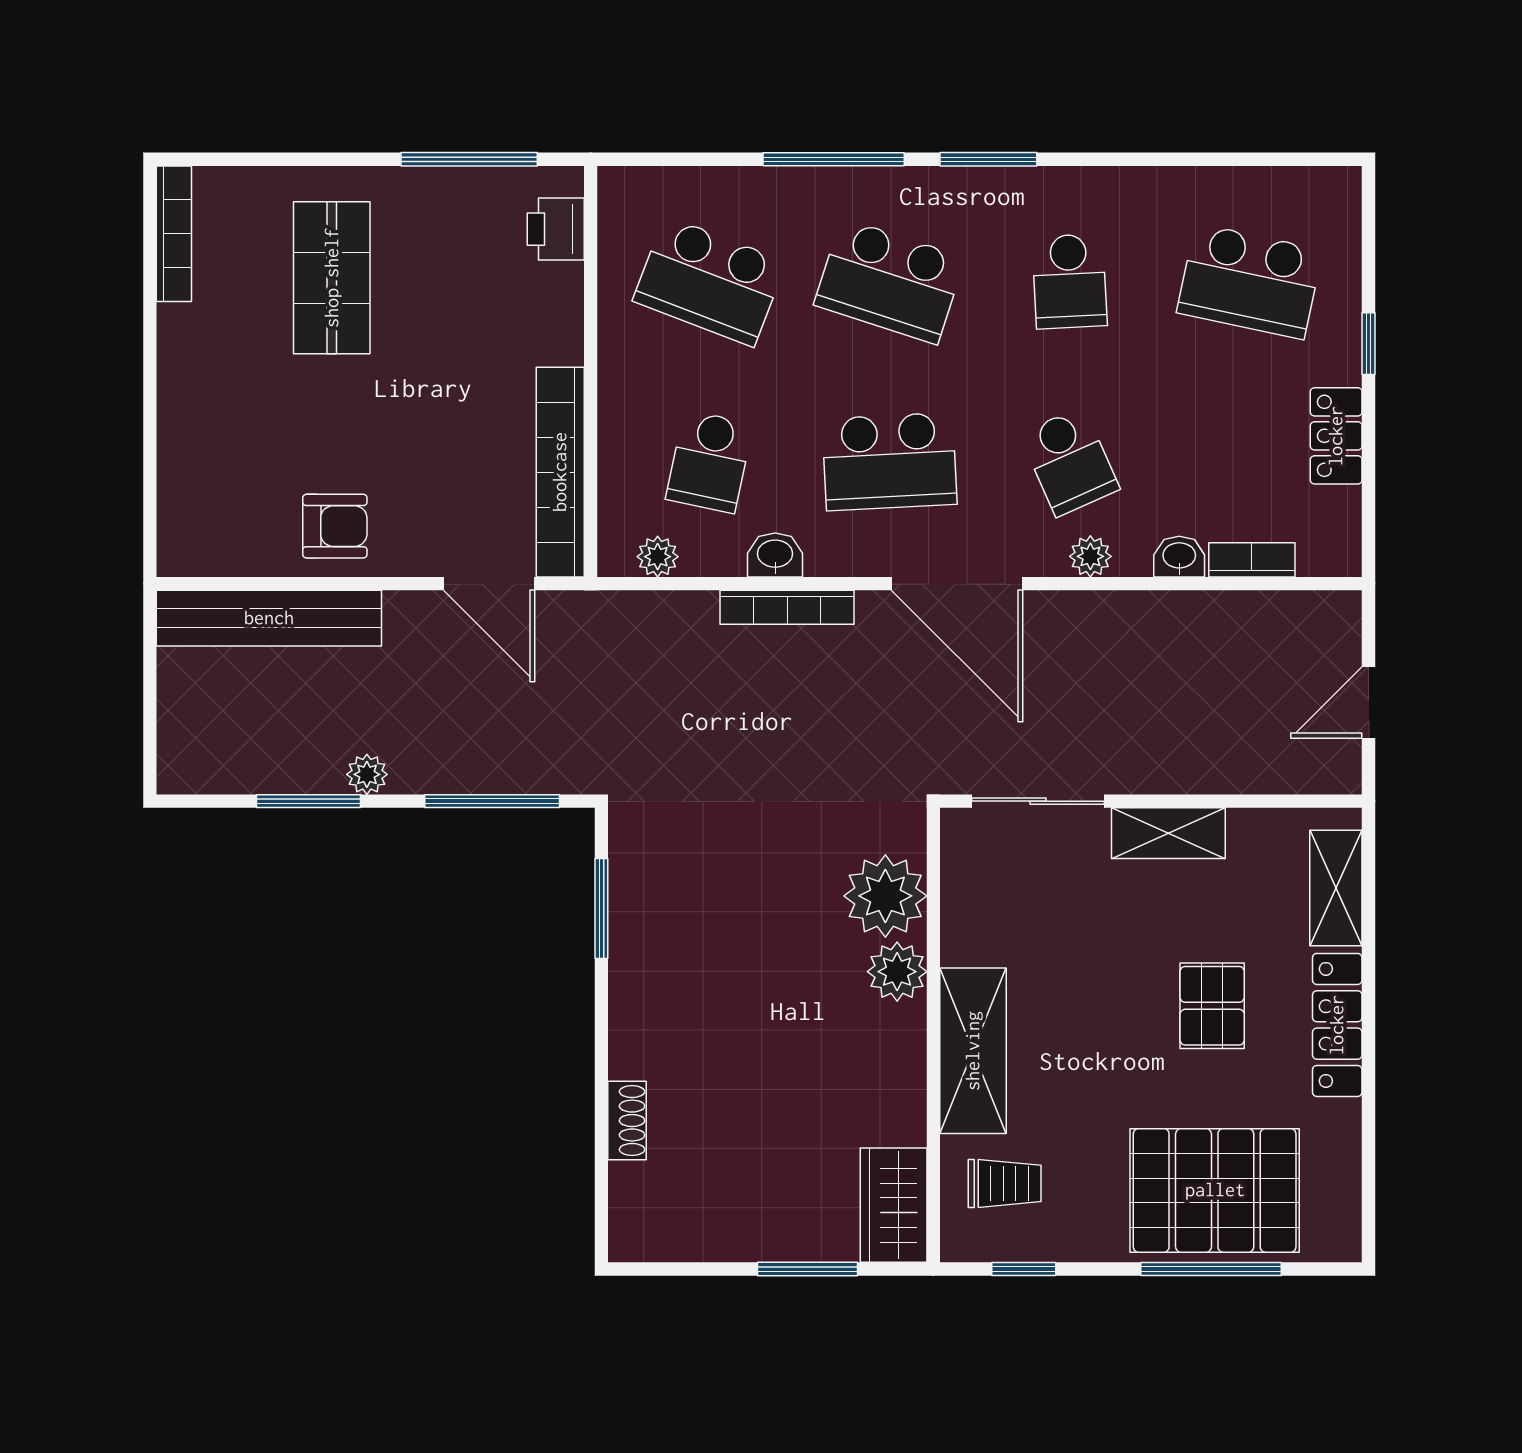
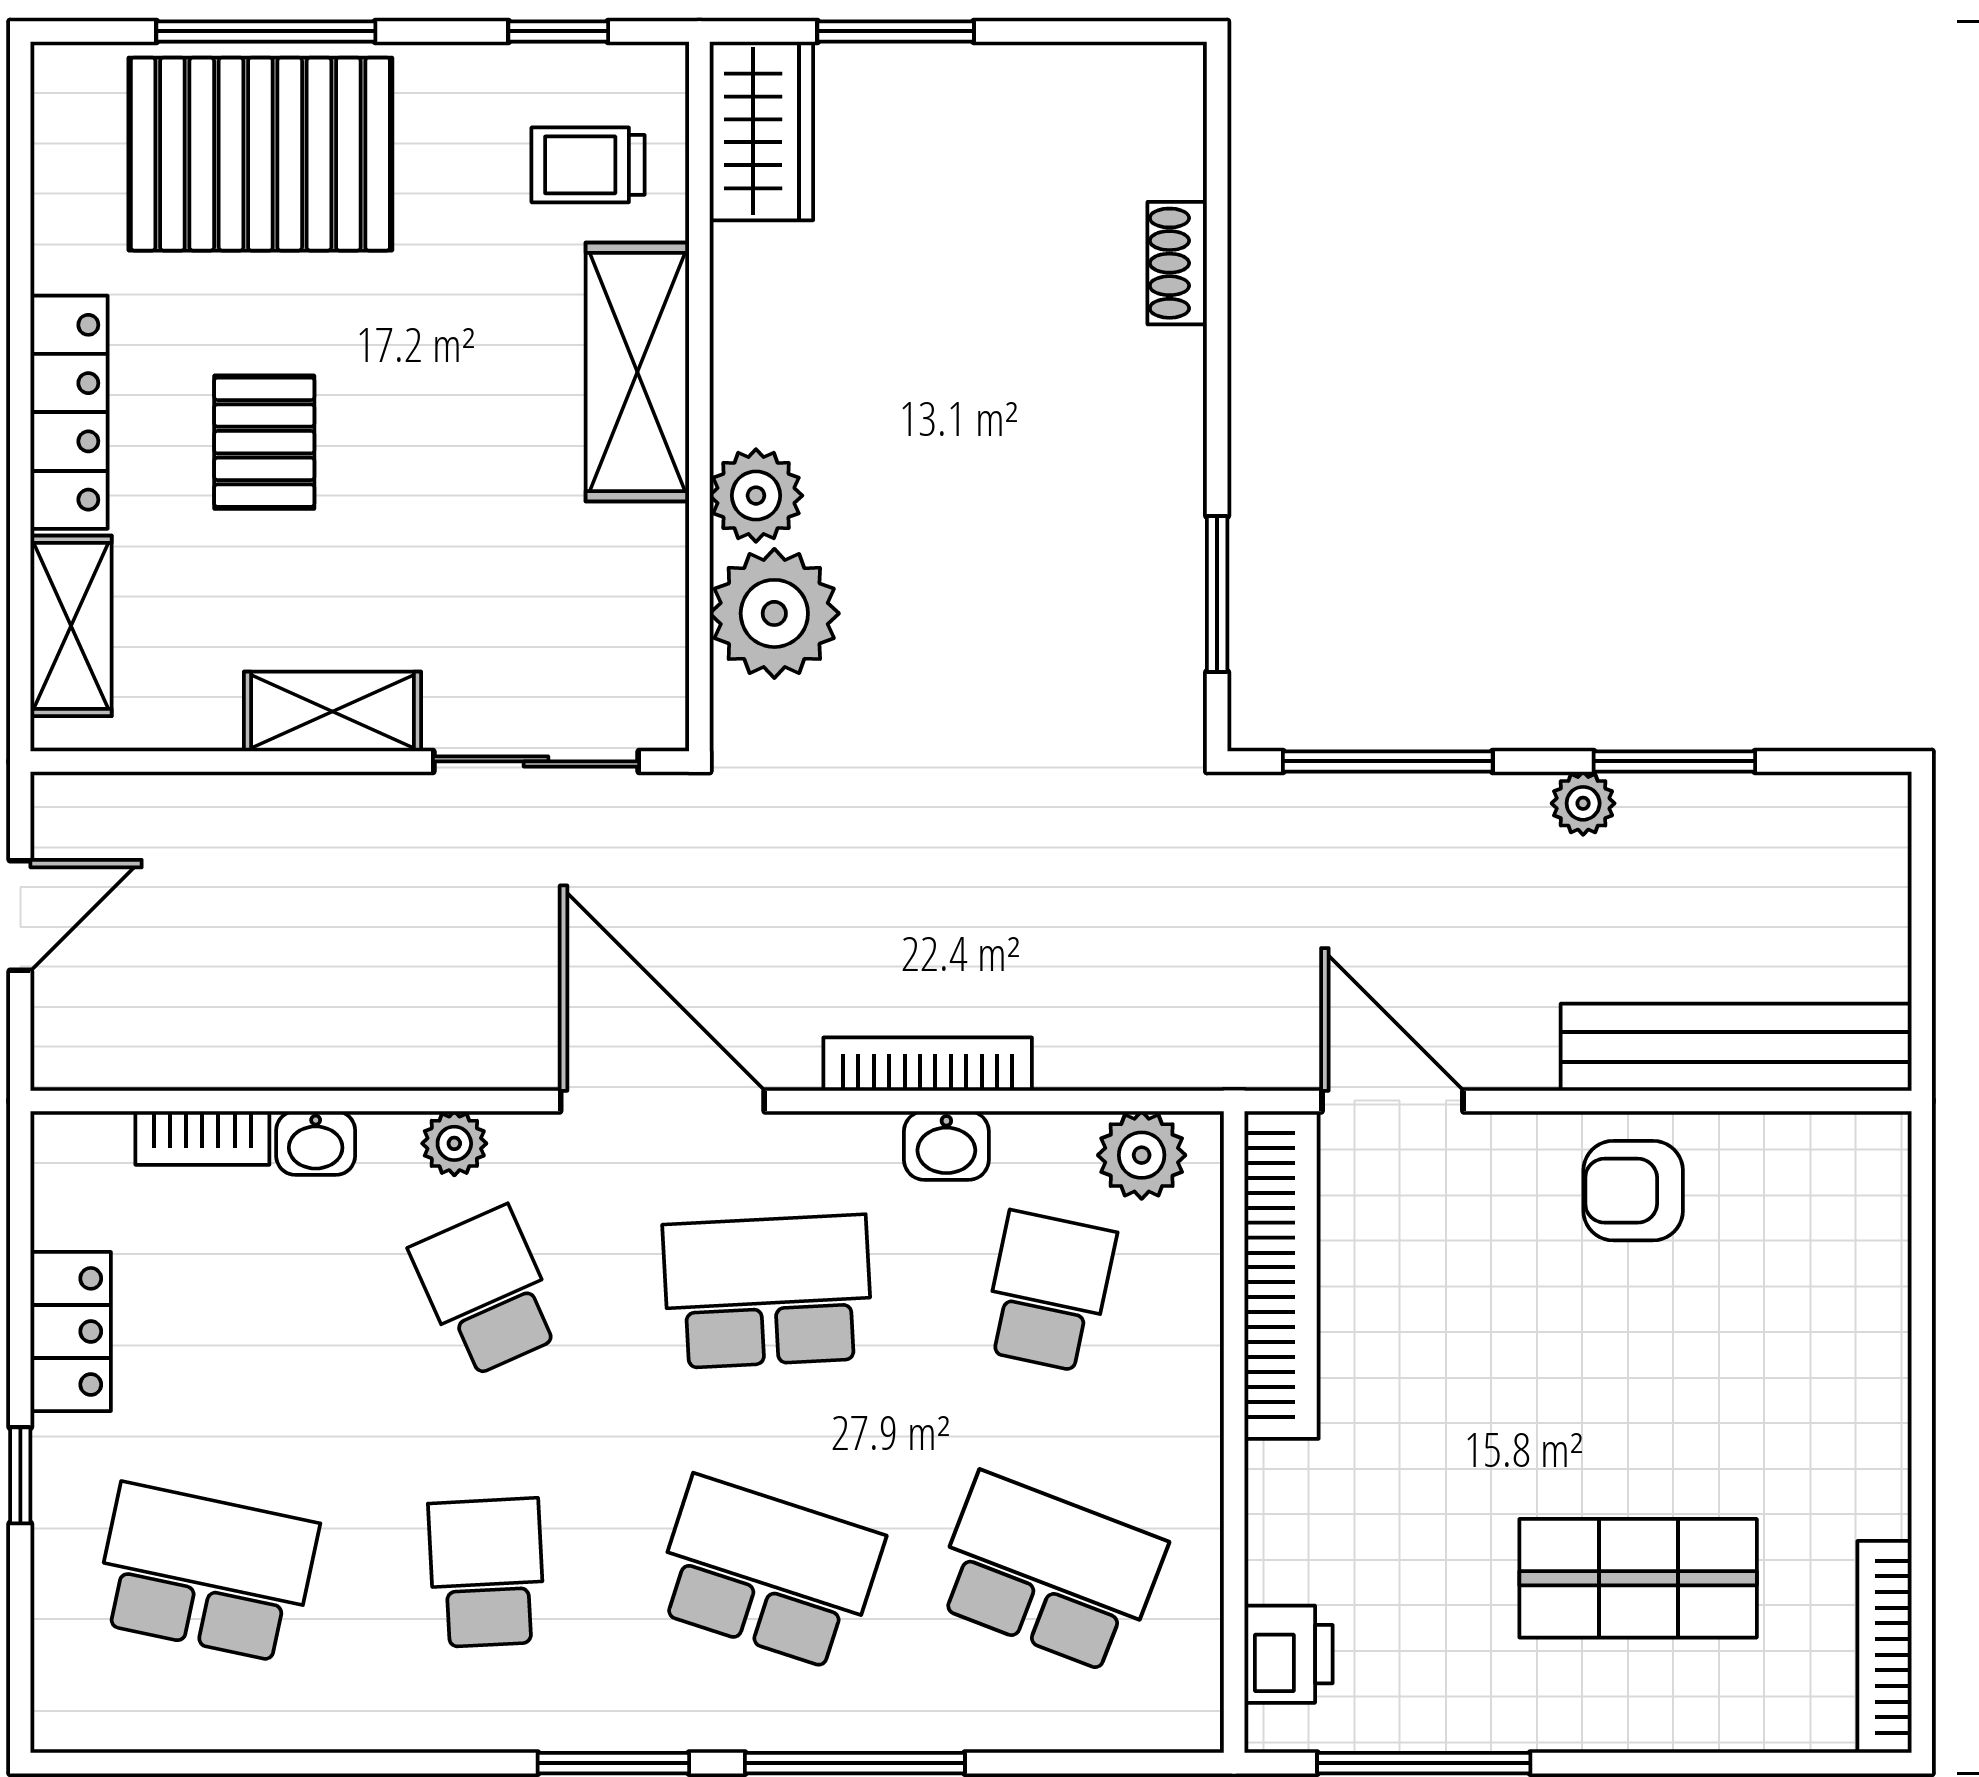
shop shelf: (332, 278) -> (1638, 1578), turned 90
plant: (658, 557) -> (1142, 1155), width x1.38, depth x1.38

